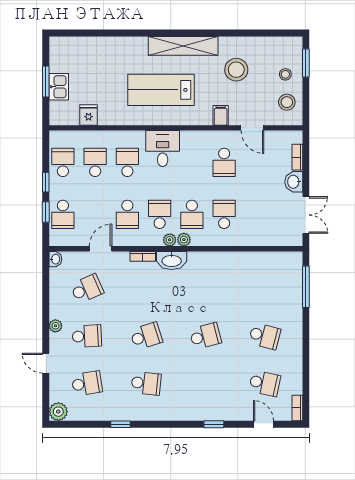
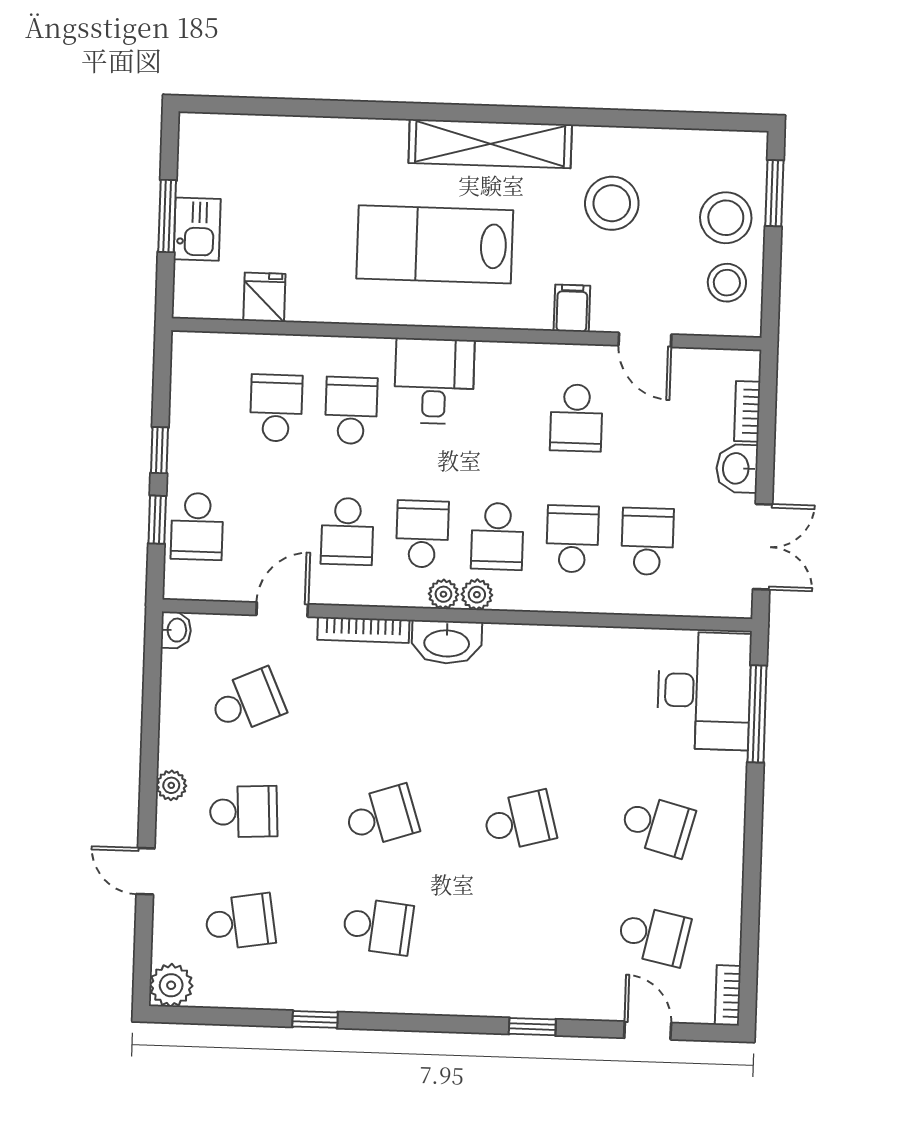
stool: (285, 74) -> (726, 218), width x1.89, depth x1.89
school desk: (63, 162) -> (647, 541), moved
bookcase: (143, 256) -> (363, 630), width x1.56
desk: (283, 278) -> (704, 691), added

